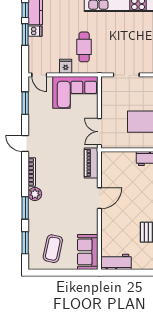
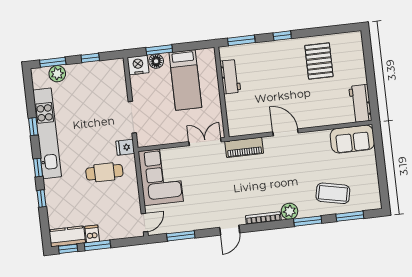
fridge: (66, 66) -> (125, 147), moved
double door: (99, 132) -> (205, 142), swing flipped
coffee table: (53, 249) -> (333, 193), moved

